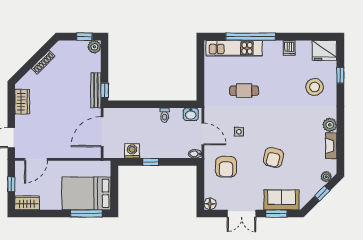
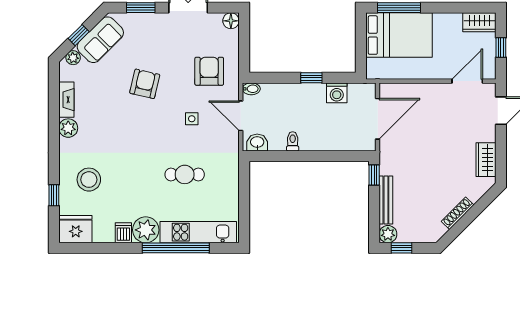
plant: (273, 50) -> (146, 230), added
bench: (96, 90) -> (386, 200), moved
sofa: (282, 200) -> (100, 40), moved, turned -45

